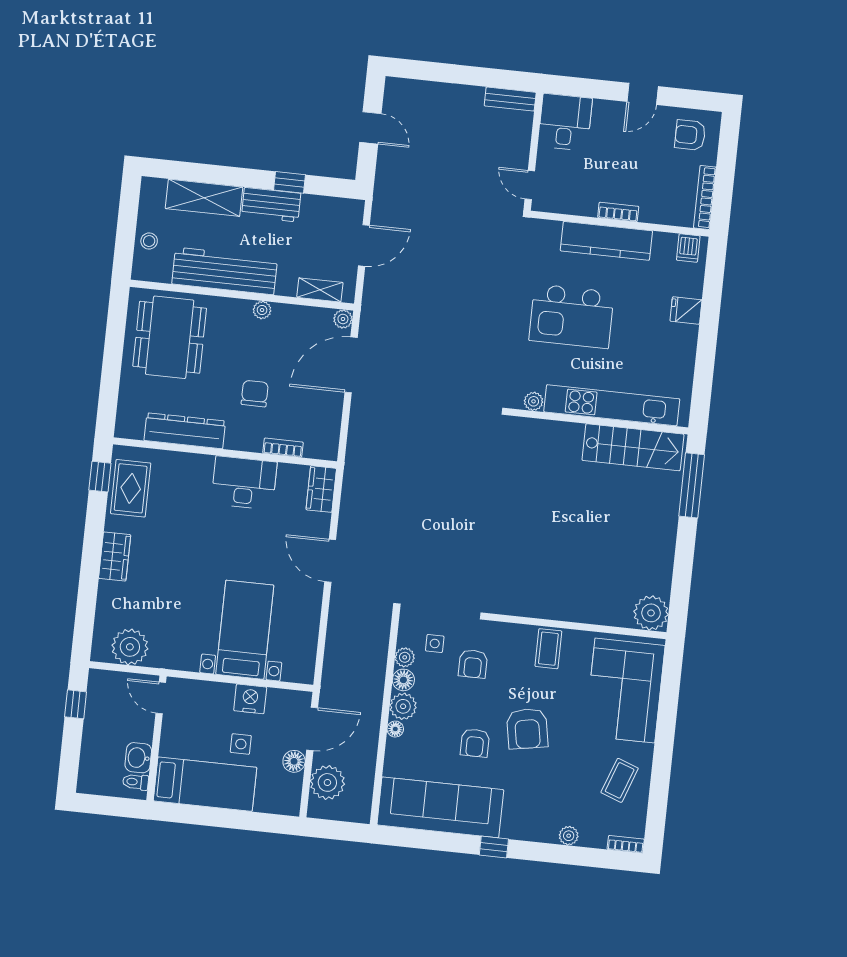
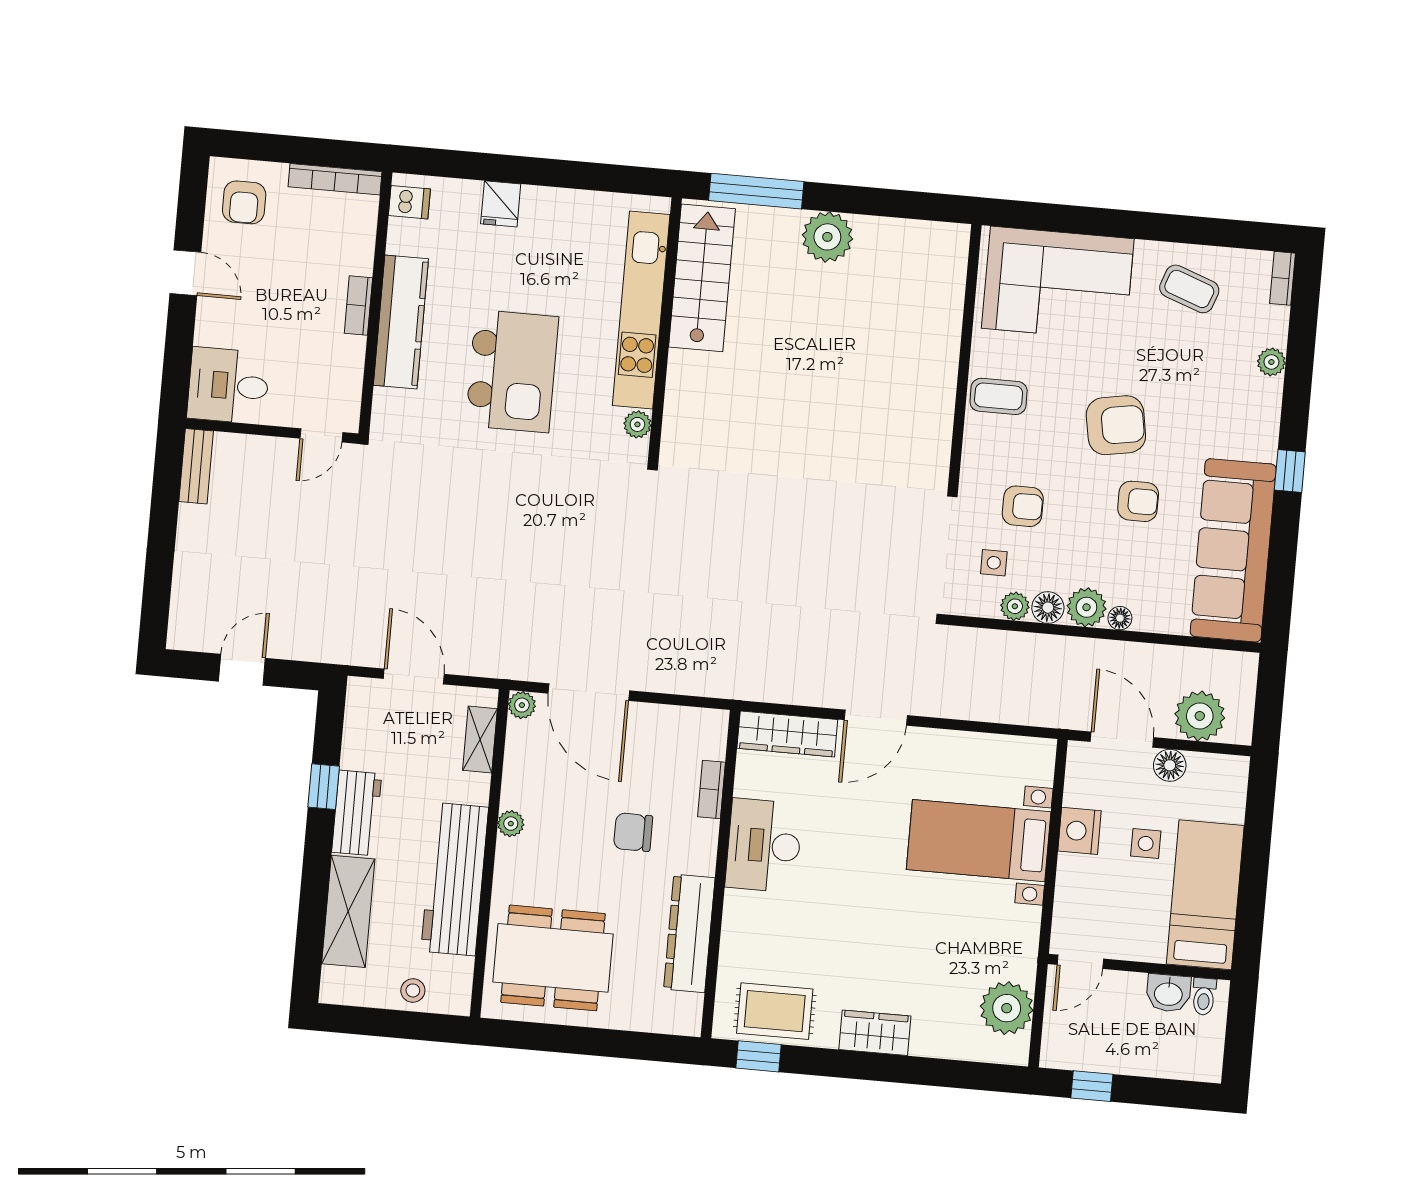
wardrobe: (321, 489) -> (787, 734), width x1.50
plant: (651, 613) -> (827, 237), moved

